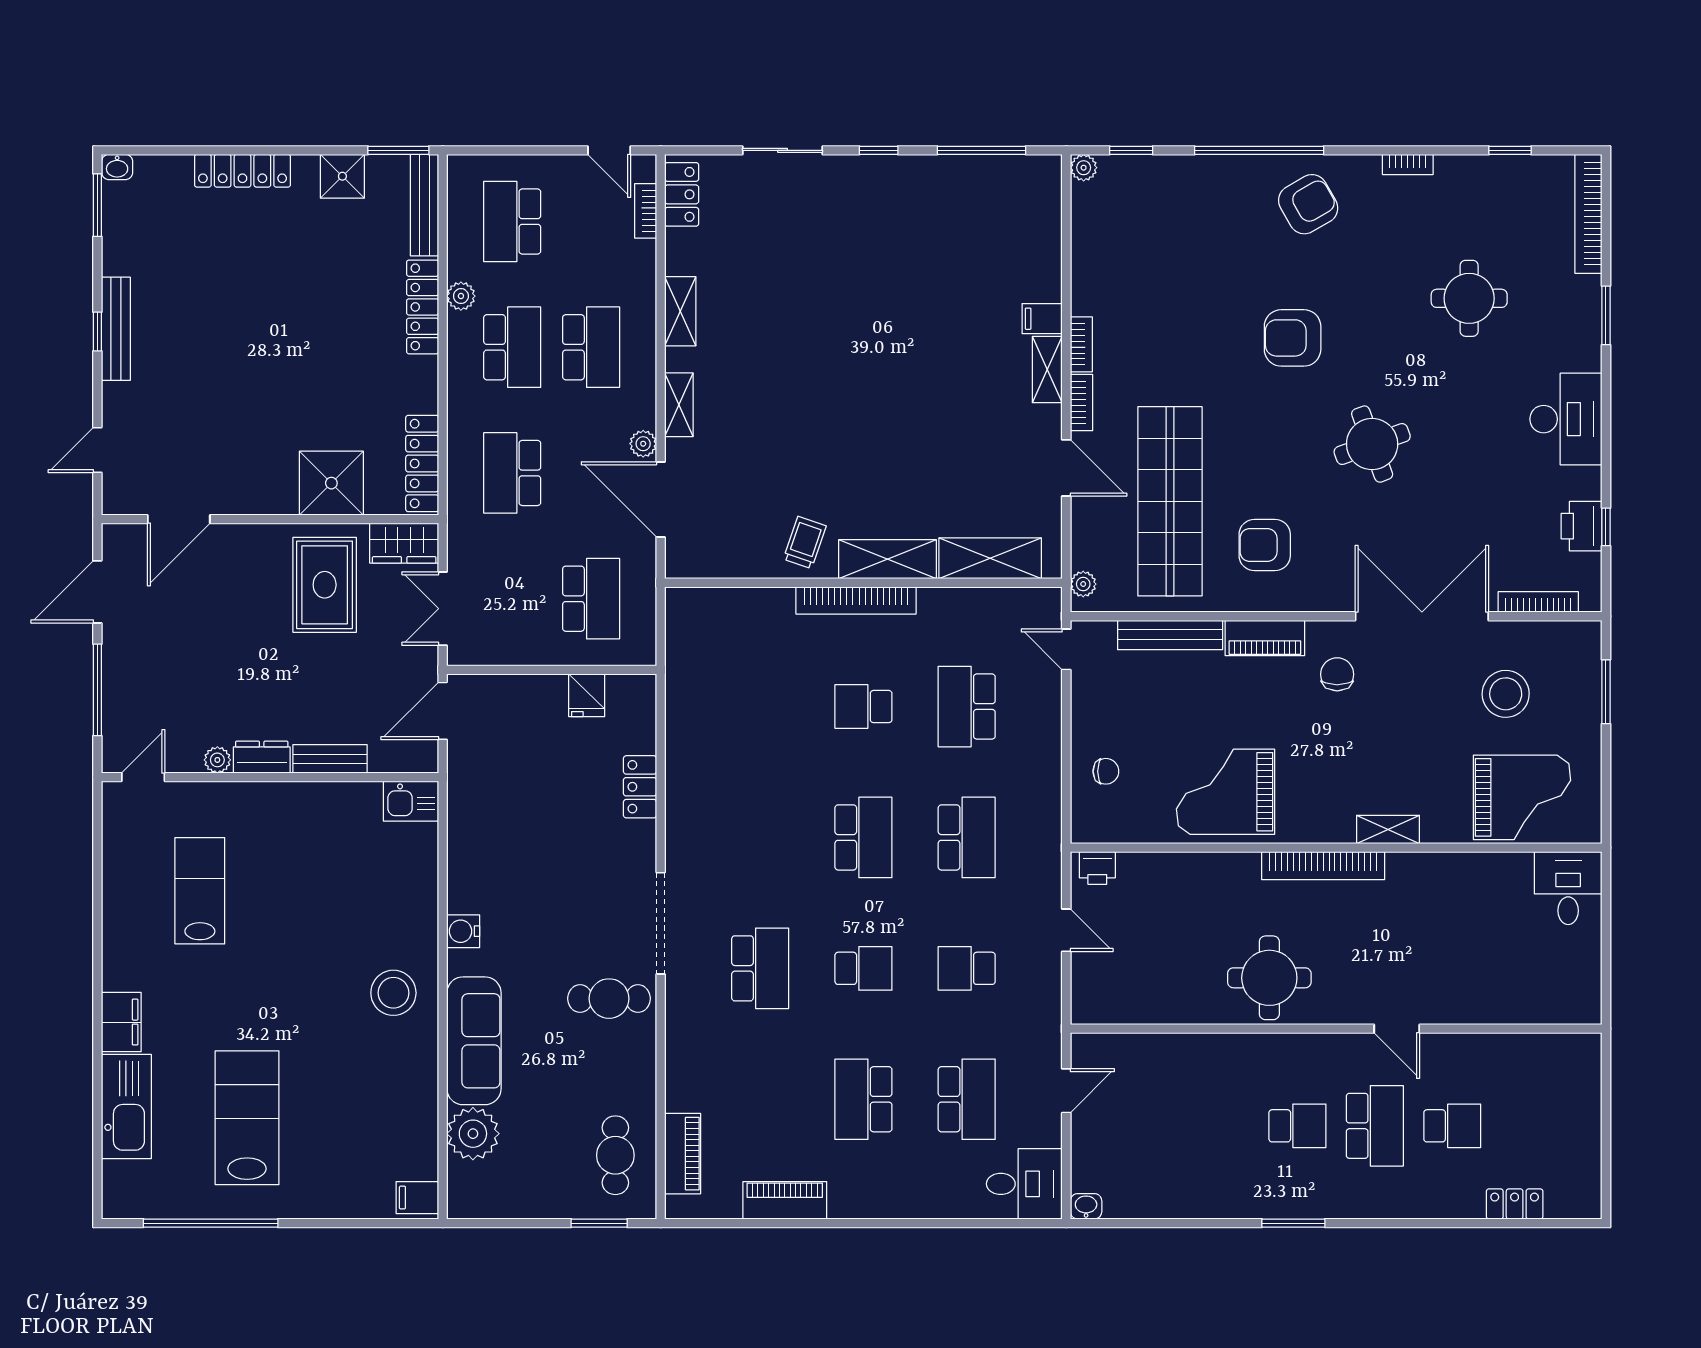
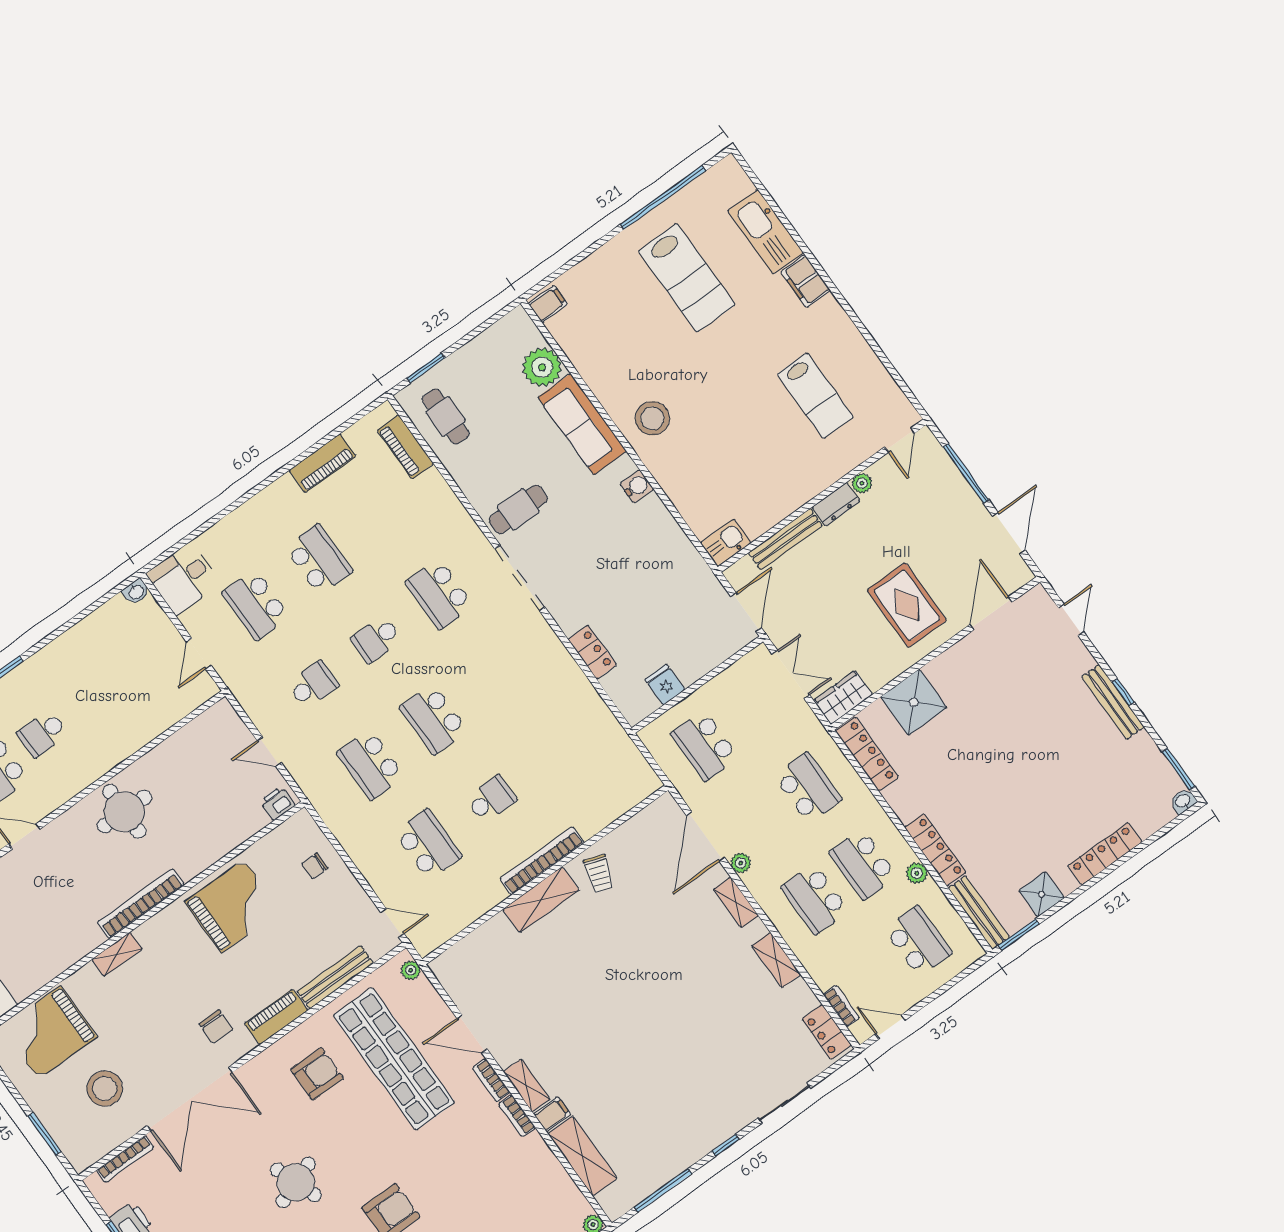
door: (661, 499) -> (706, 837), swing flipped
shelving: (990, 558) -> (583, 1156), moved, turned 90
rug: (325, 585) -> (907, 605), moved
bench: (330, 759) -> (785, 539), width x1.36

